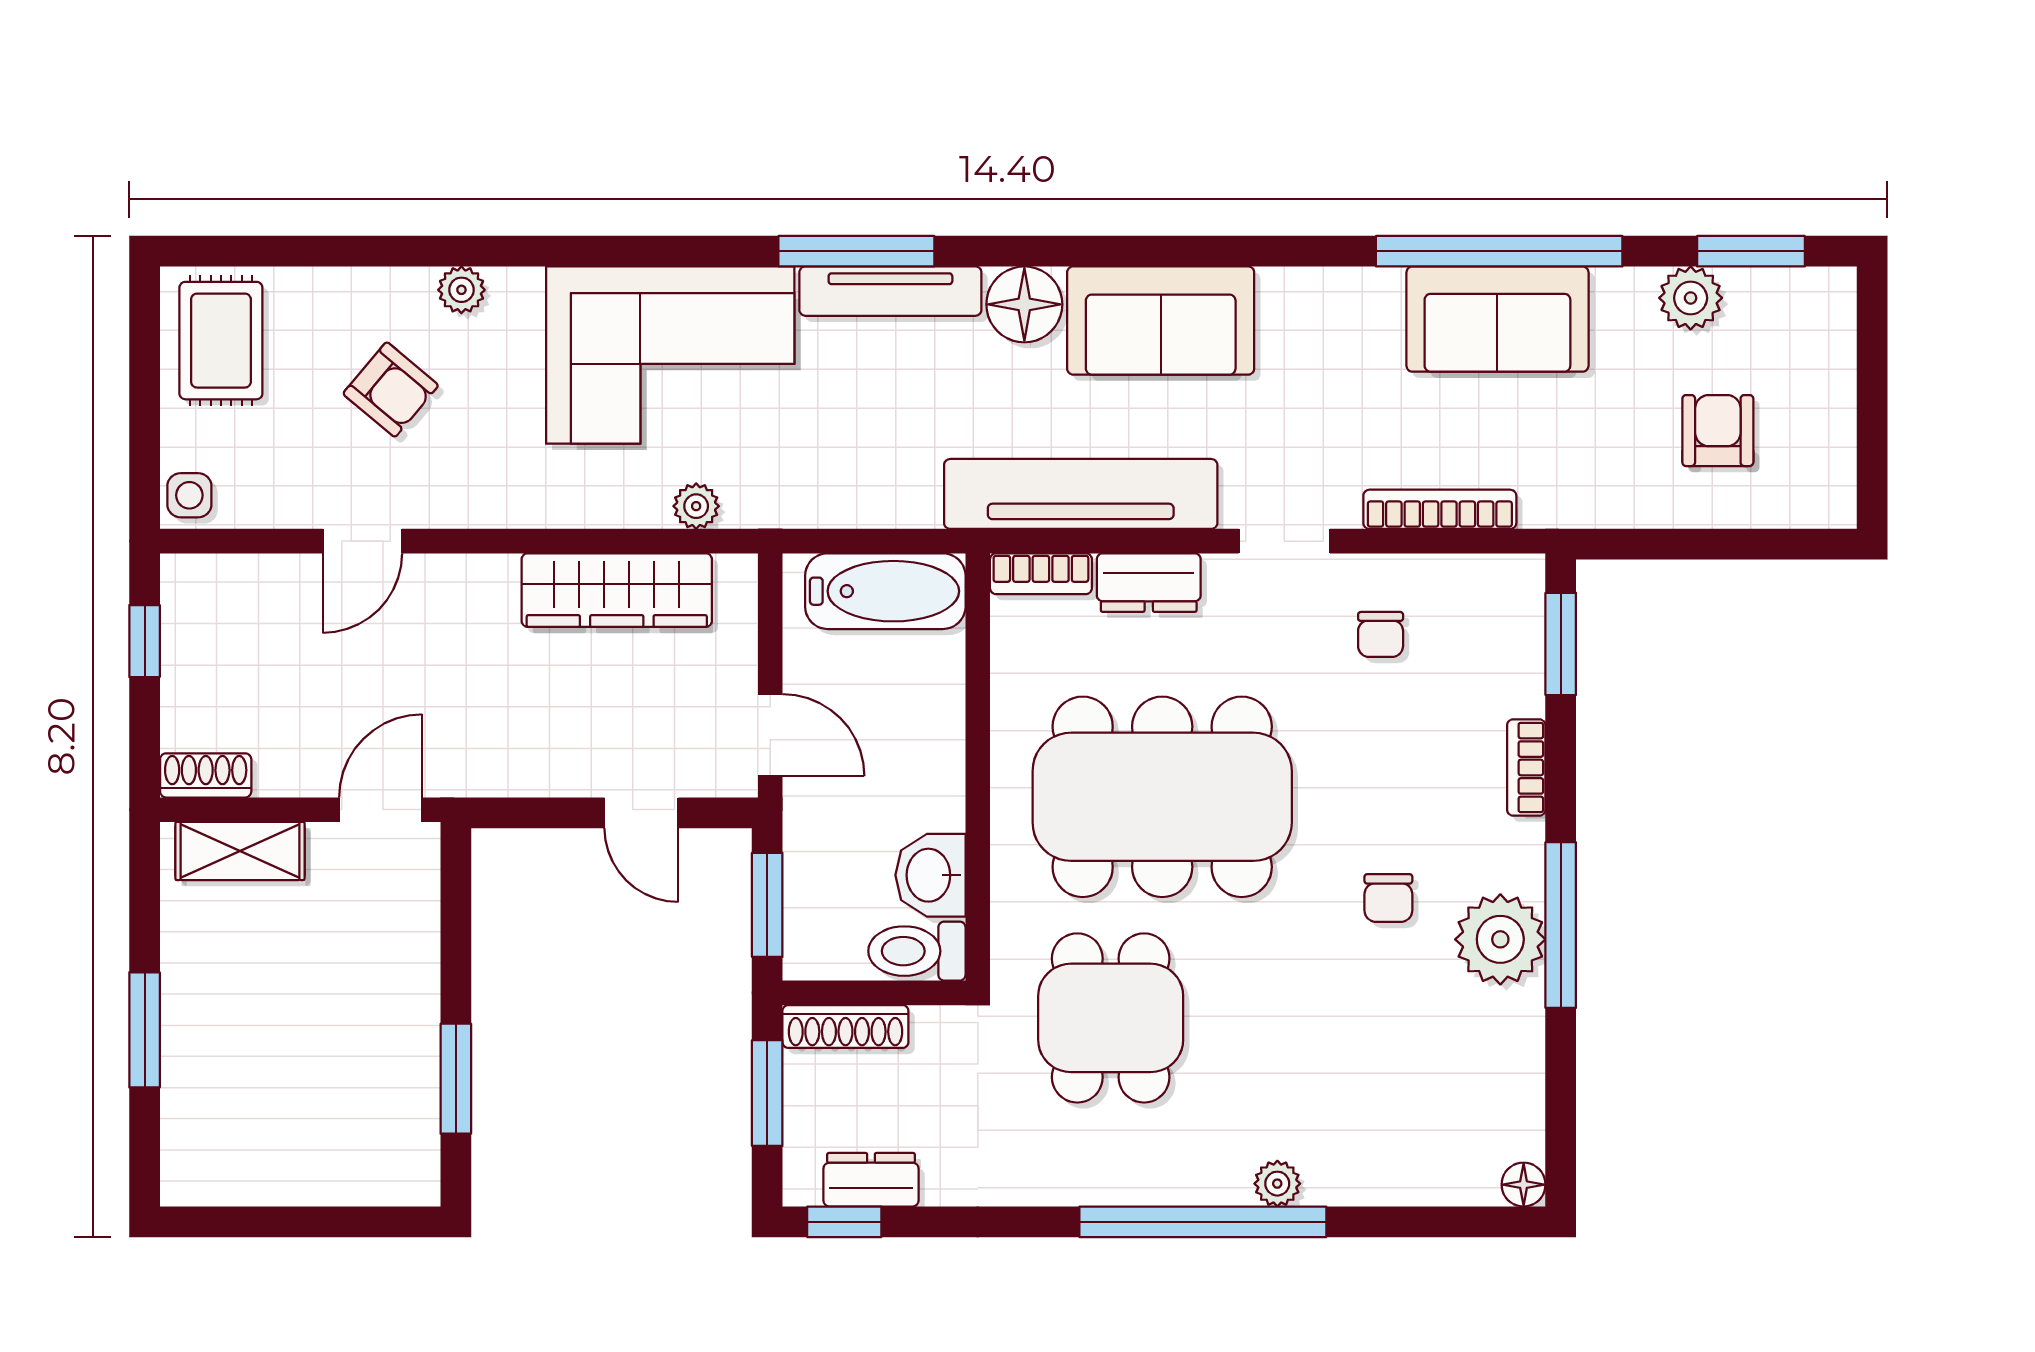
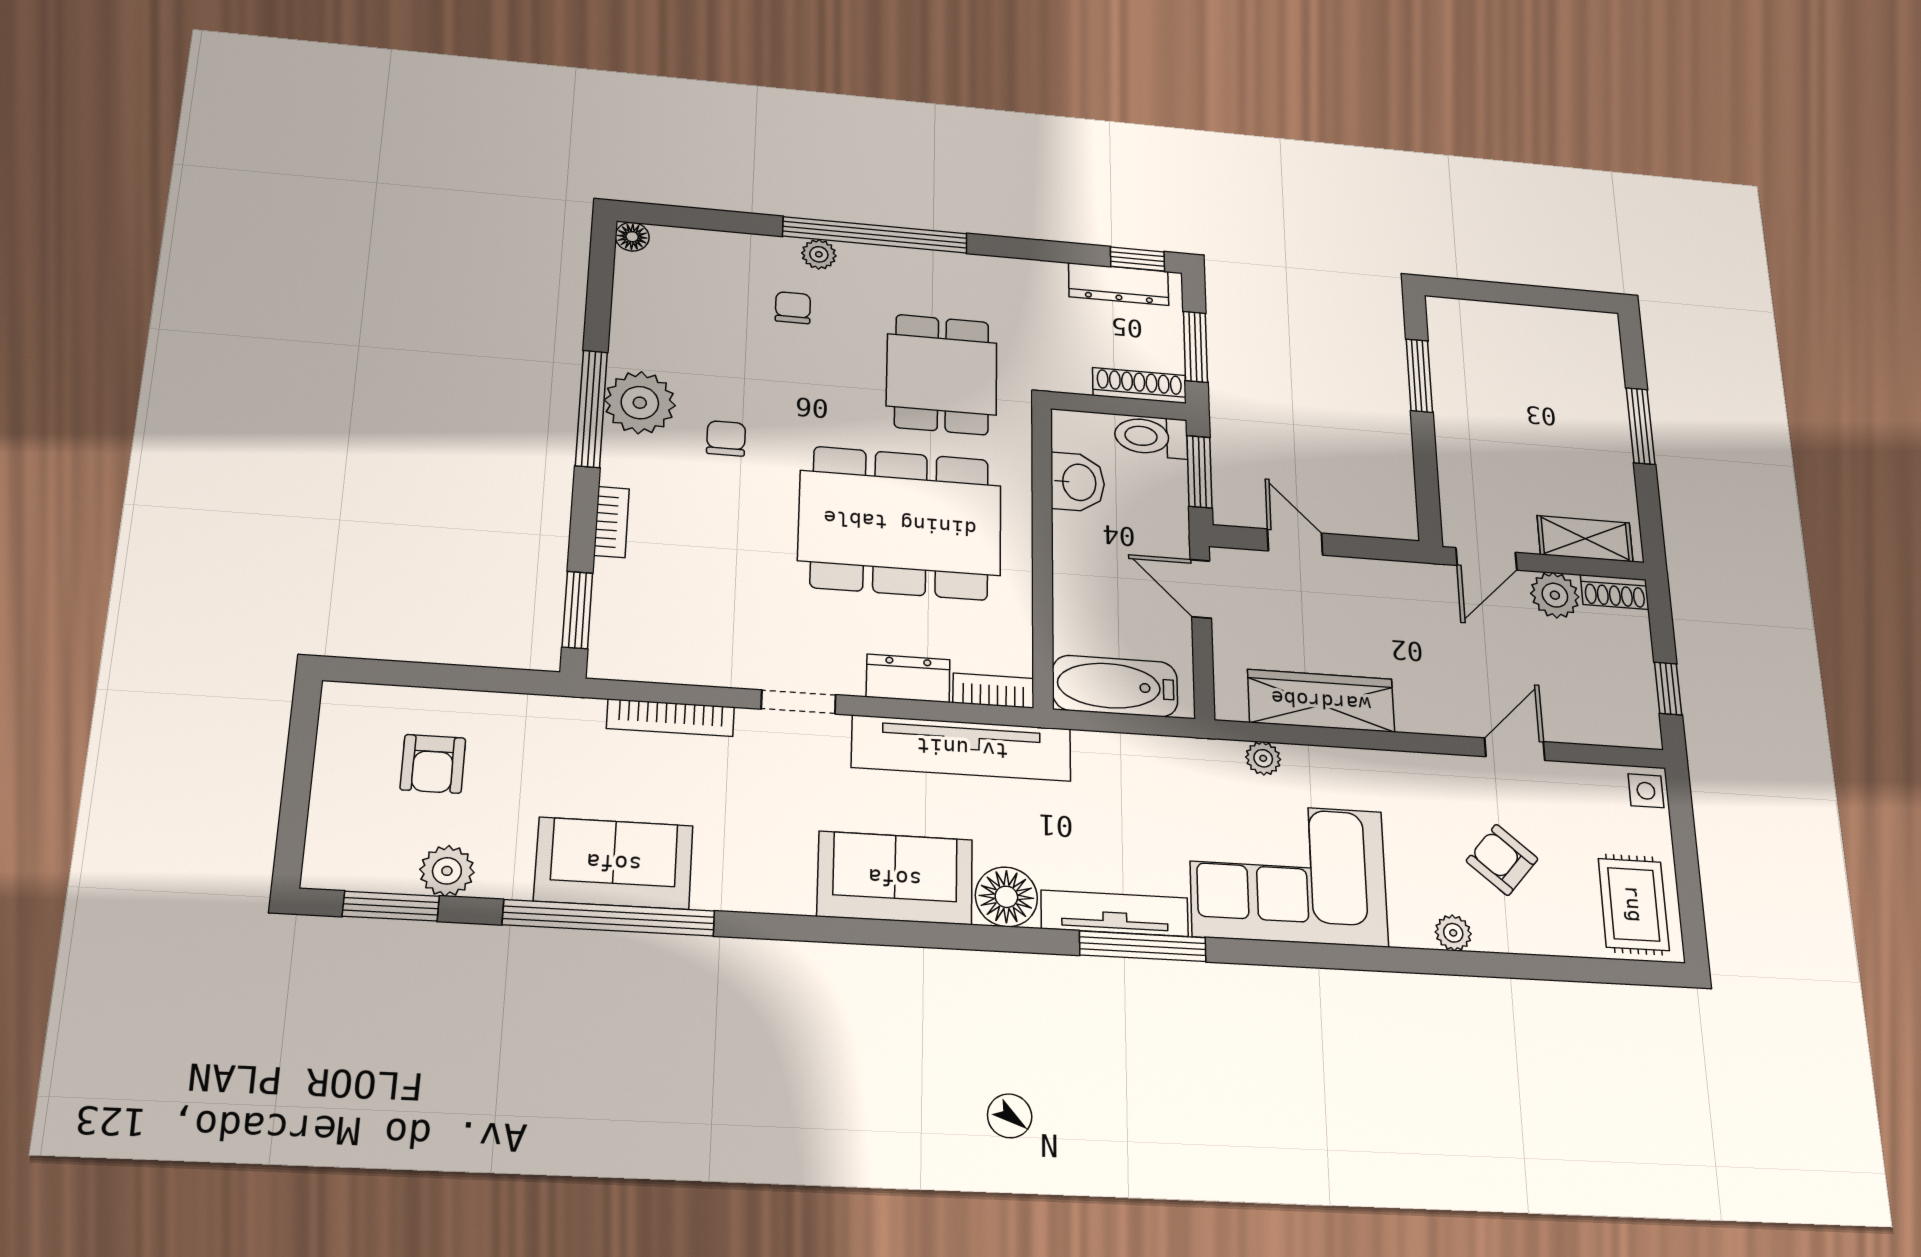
chair: (1381, 634) -> (793, 308), moved
plant: (290, 764) -> (1555, 595), added
toilet: (917, 951) -> (1151, 437), moved, turned 180
dresser: (871, 1180) -> (1119, 284), width x1.44

